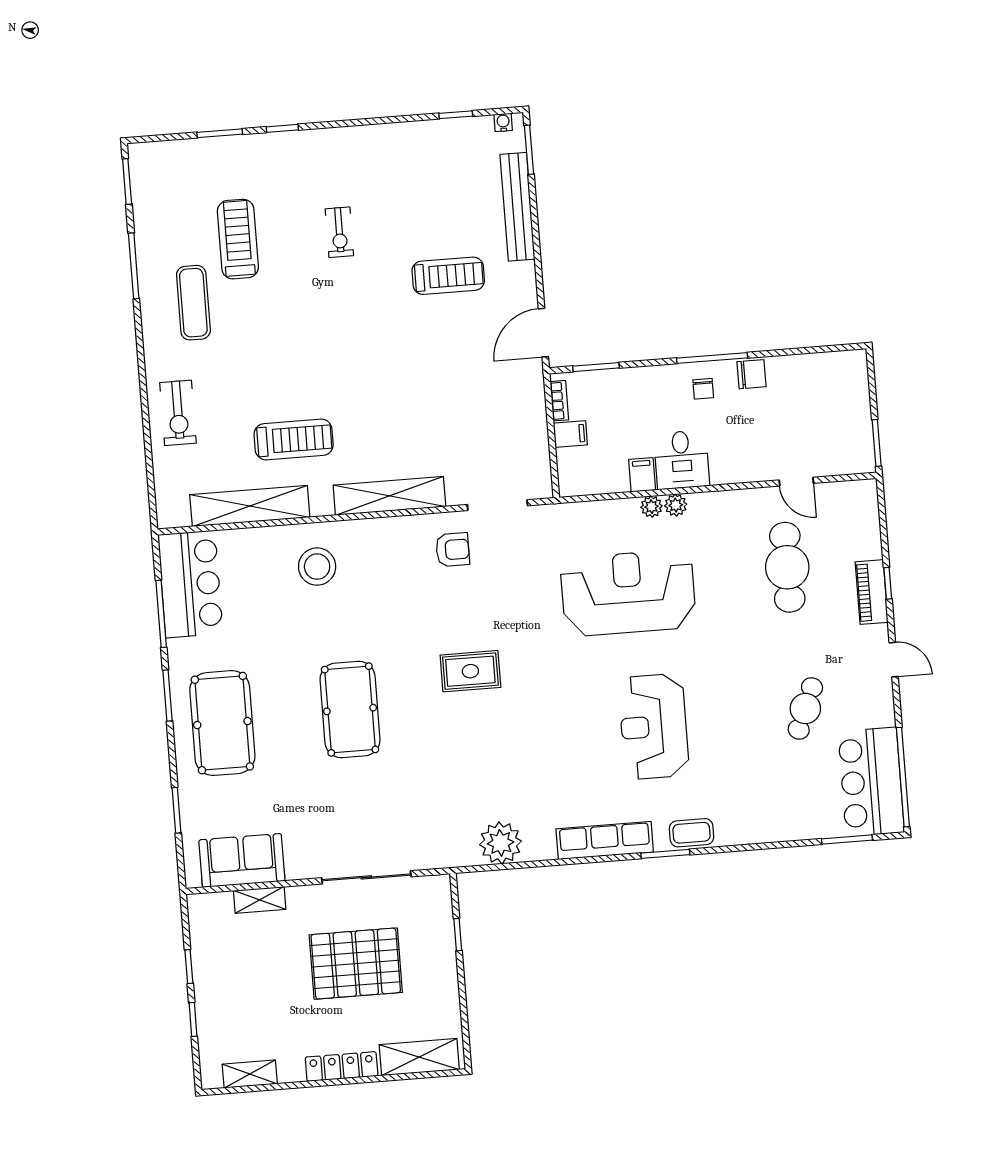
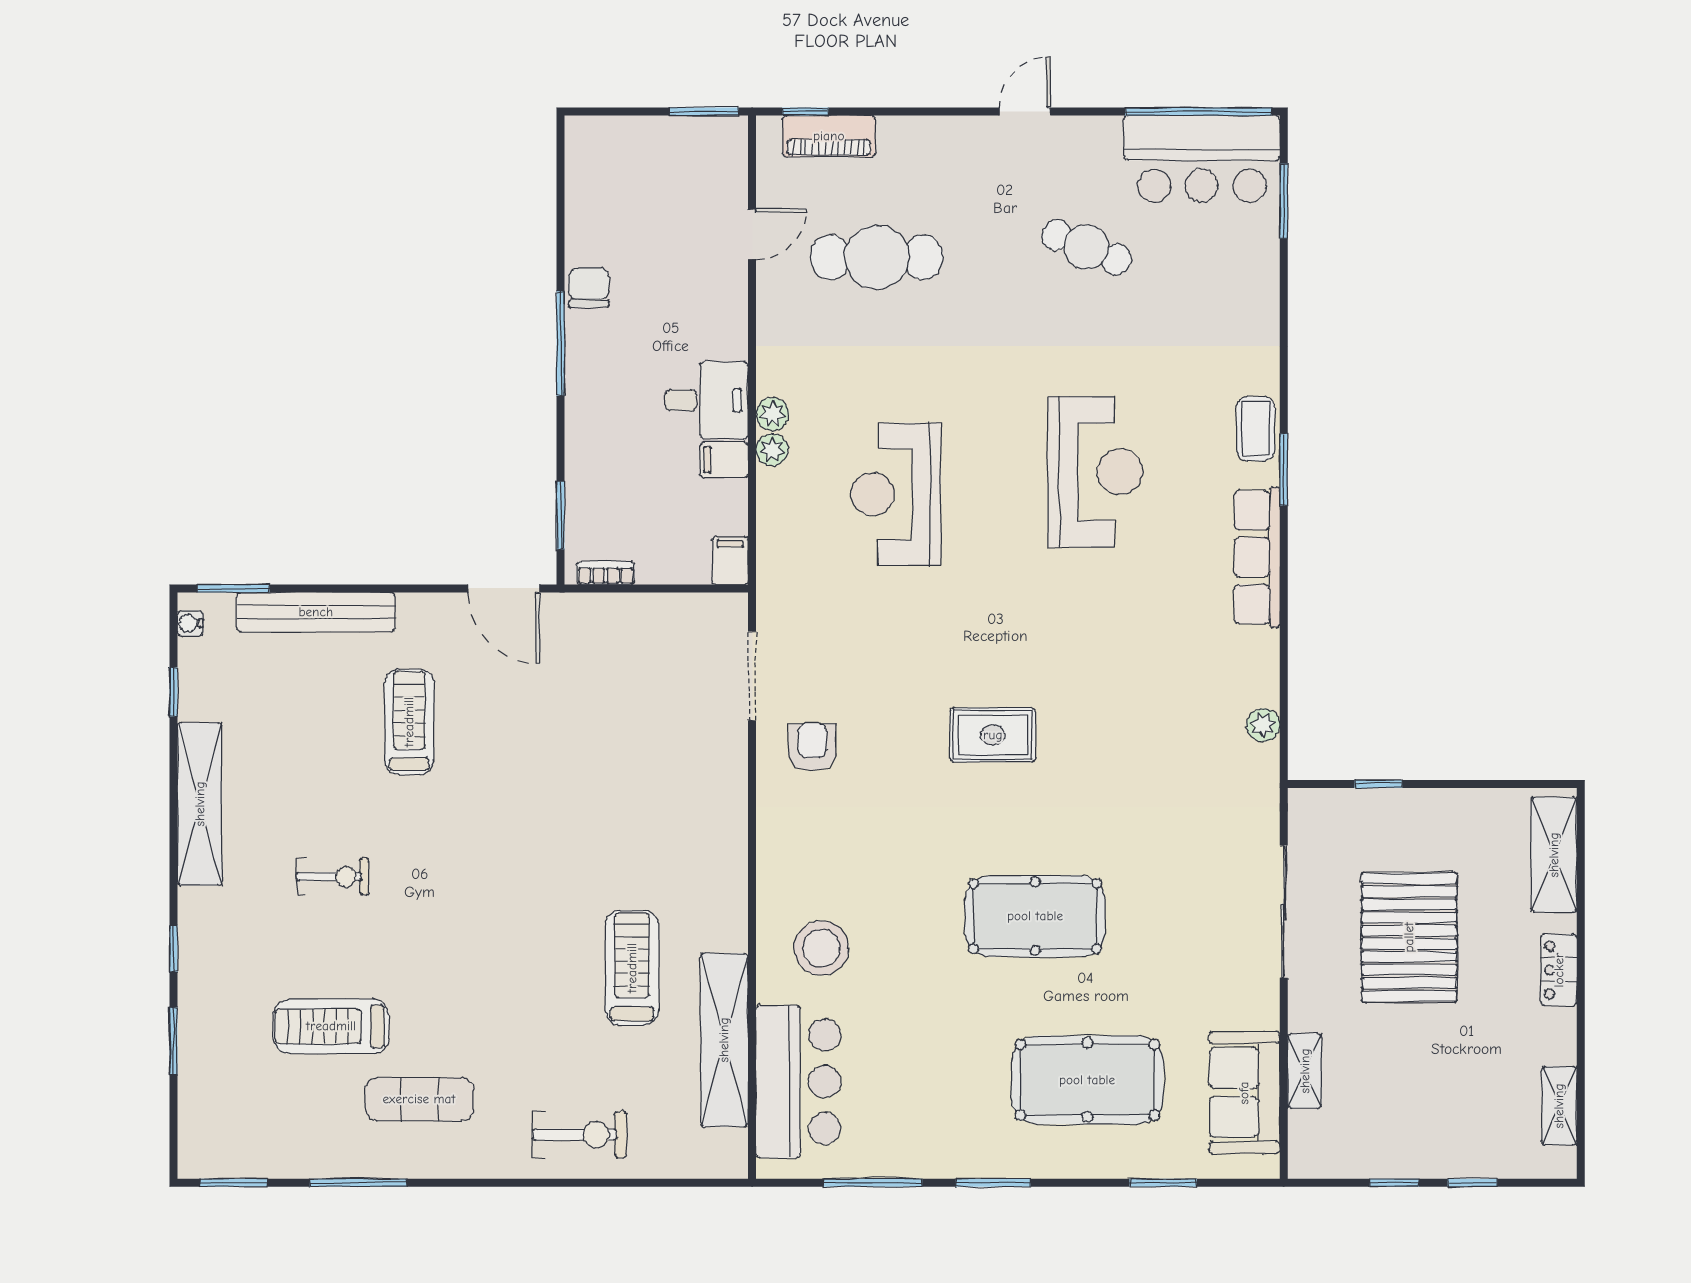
chair: (703, 389) -> (605, 360), removed
filing cabinet: (570, 434) -> (730, 561), moved
shelving: (389, 496) -> (200, 804), moved
window: (888, 583) -> (805, 112), moved
bar counter: (190, 584) -> (798, 1082), moved, turned 90
piano: (872, 592) -> (829, 136), moved
reception desk: (628, 593) -> (896, 494), width x0.74, depth x0.77
rug: (470, 671) -> (993, 735), turned 90
pool table: (222, 723) -> (1087, 1080), moved
reception desk: (654, 726) -> (1095, 472), turned -90
plant: (501, 843) -> (1263, 725), width x0.53, depth x0.53
locker: (342, 1067) -> (1559, 970), width x0.66

